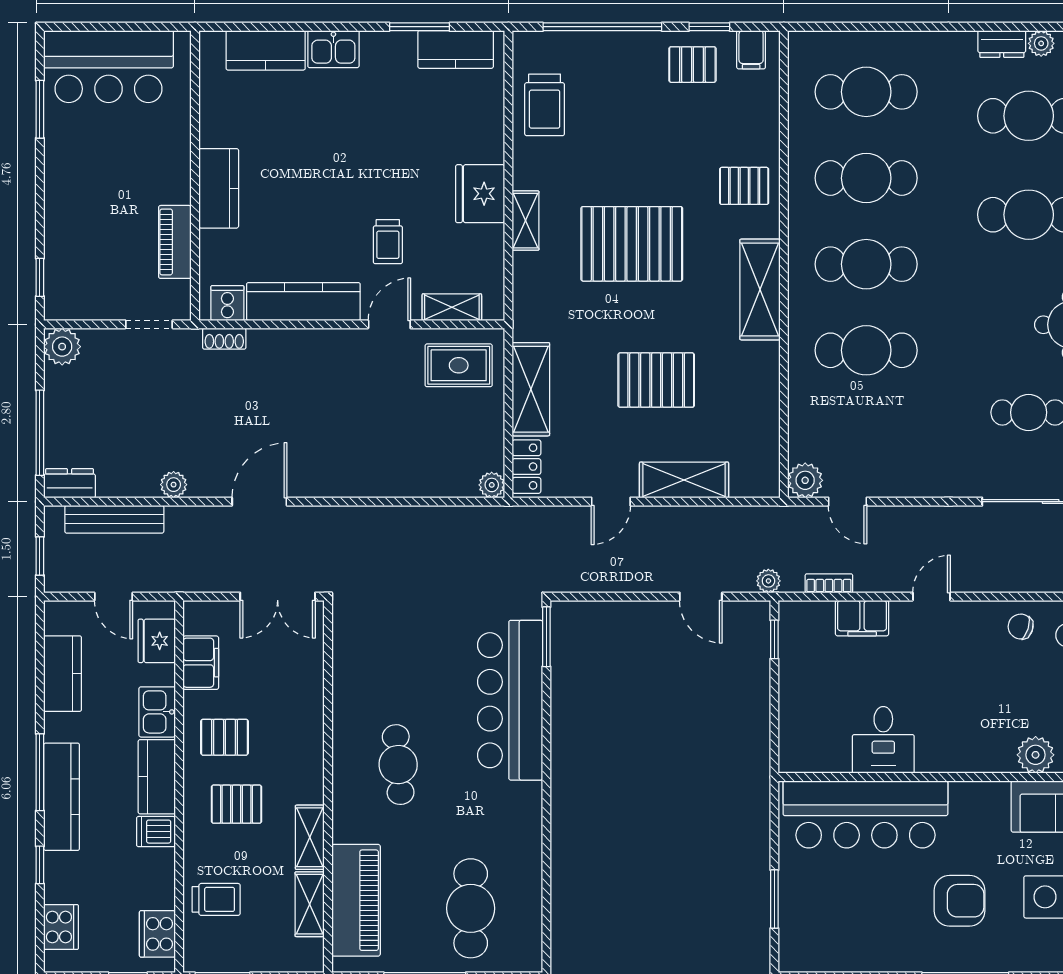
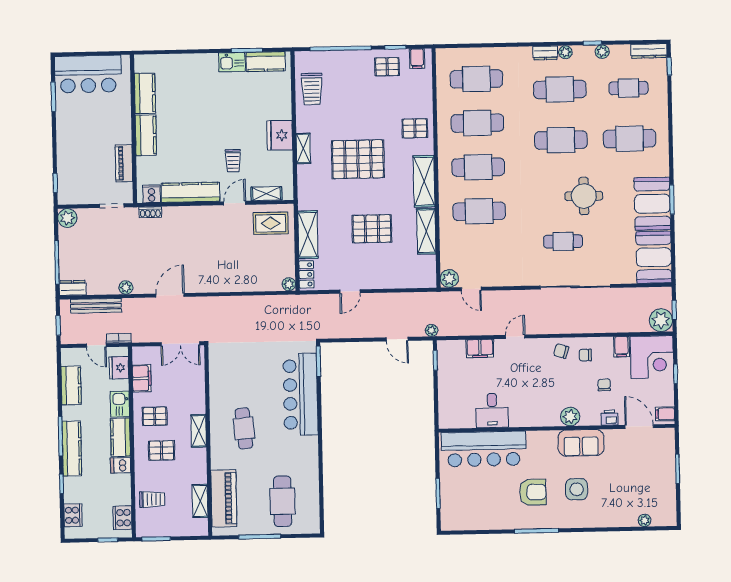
kitchen sink: (333, 49) -> (232, 62), moved
kitchen counter: (266, 50) -> (145, 93), moved, turned -90
shelving: (684, 480) -> (426, 231), moved, turned 90
bookcase: (829, 583) -> (119, 338), moved
shelving: (310, 837) -> (199, 431), moved

